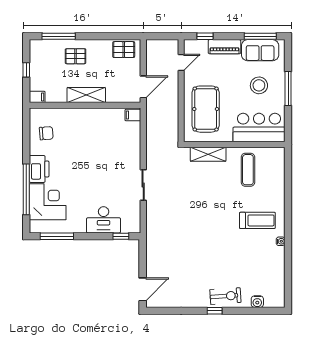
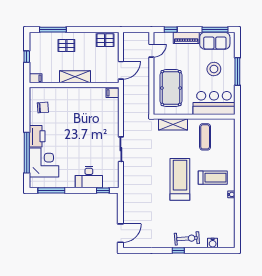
treadmill: (217, 222) -> (180, 179), added

